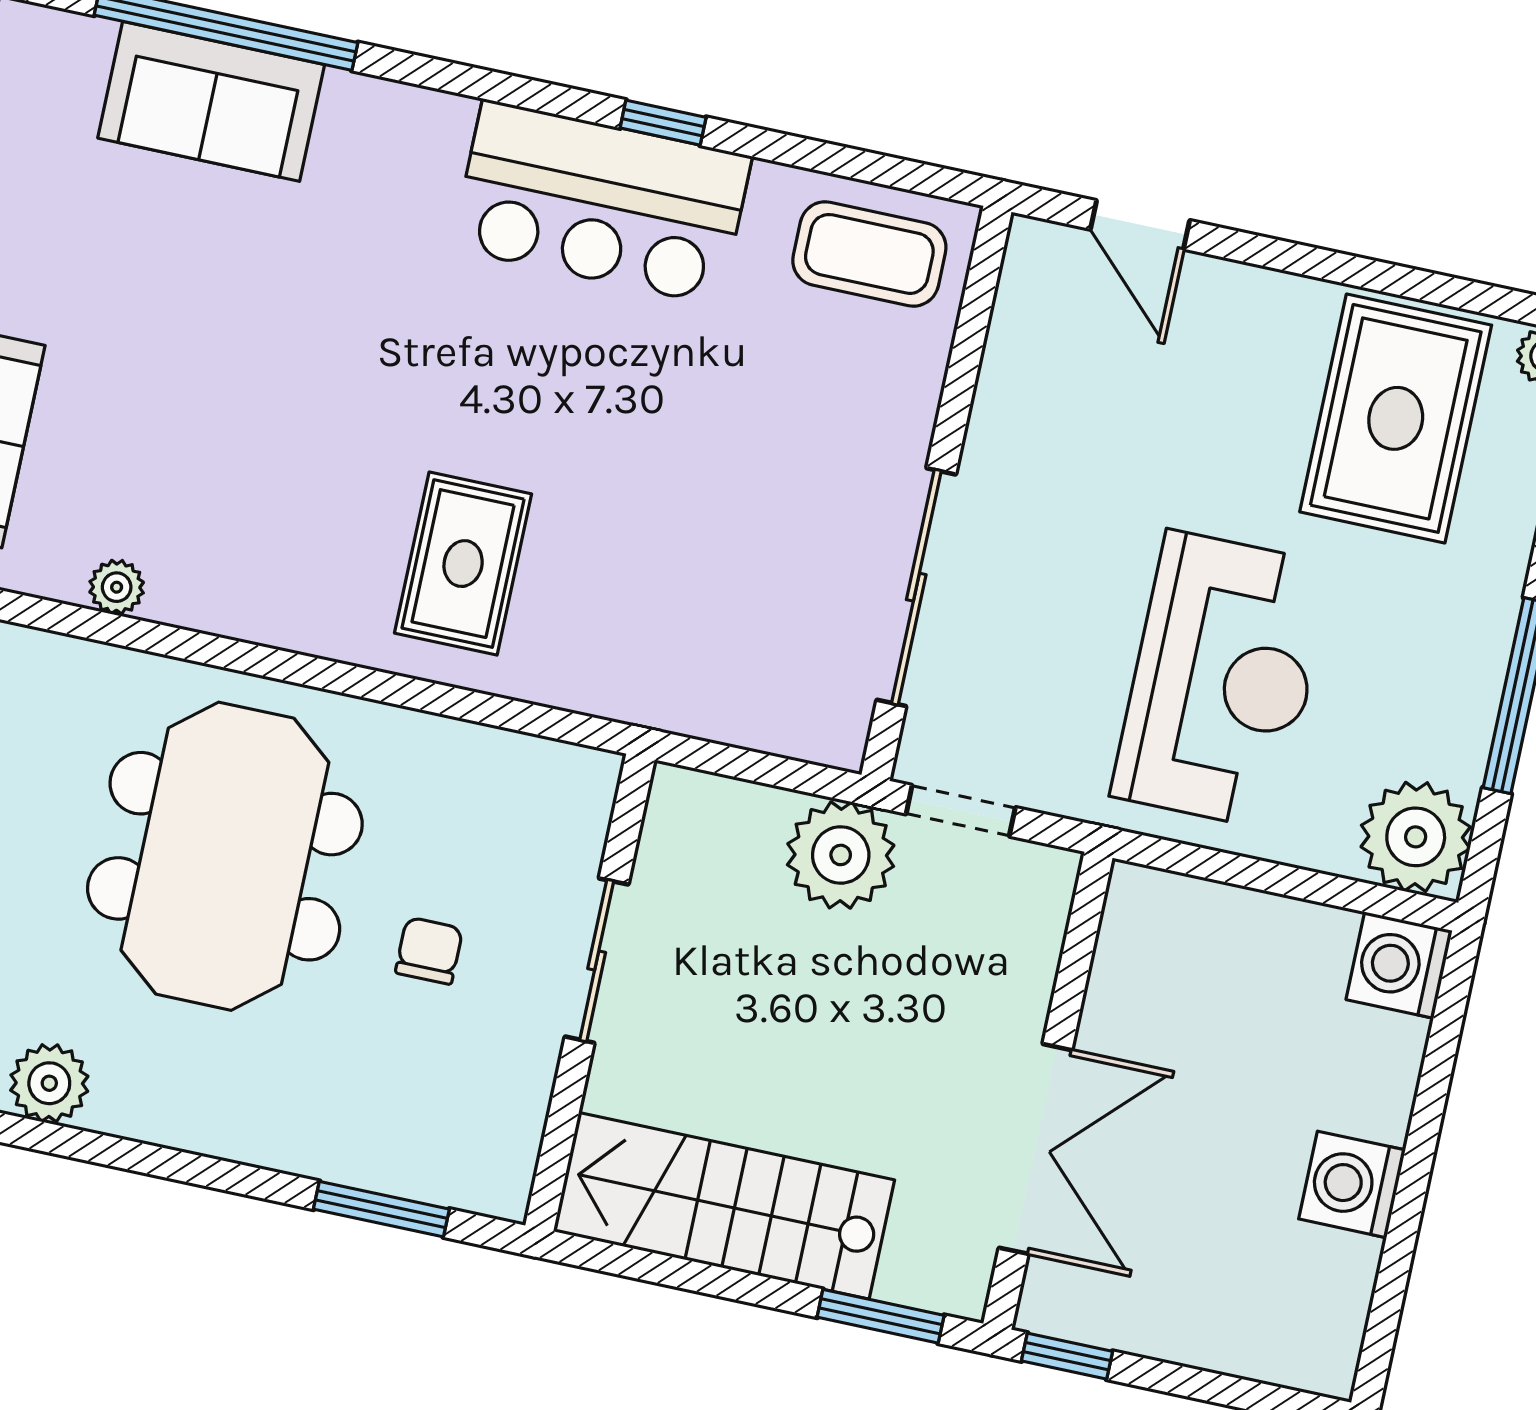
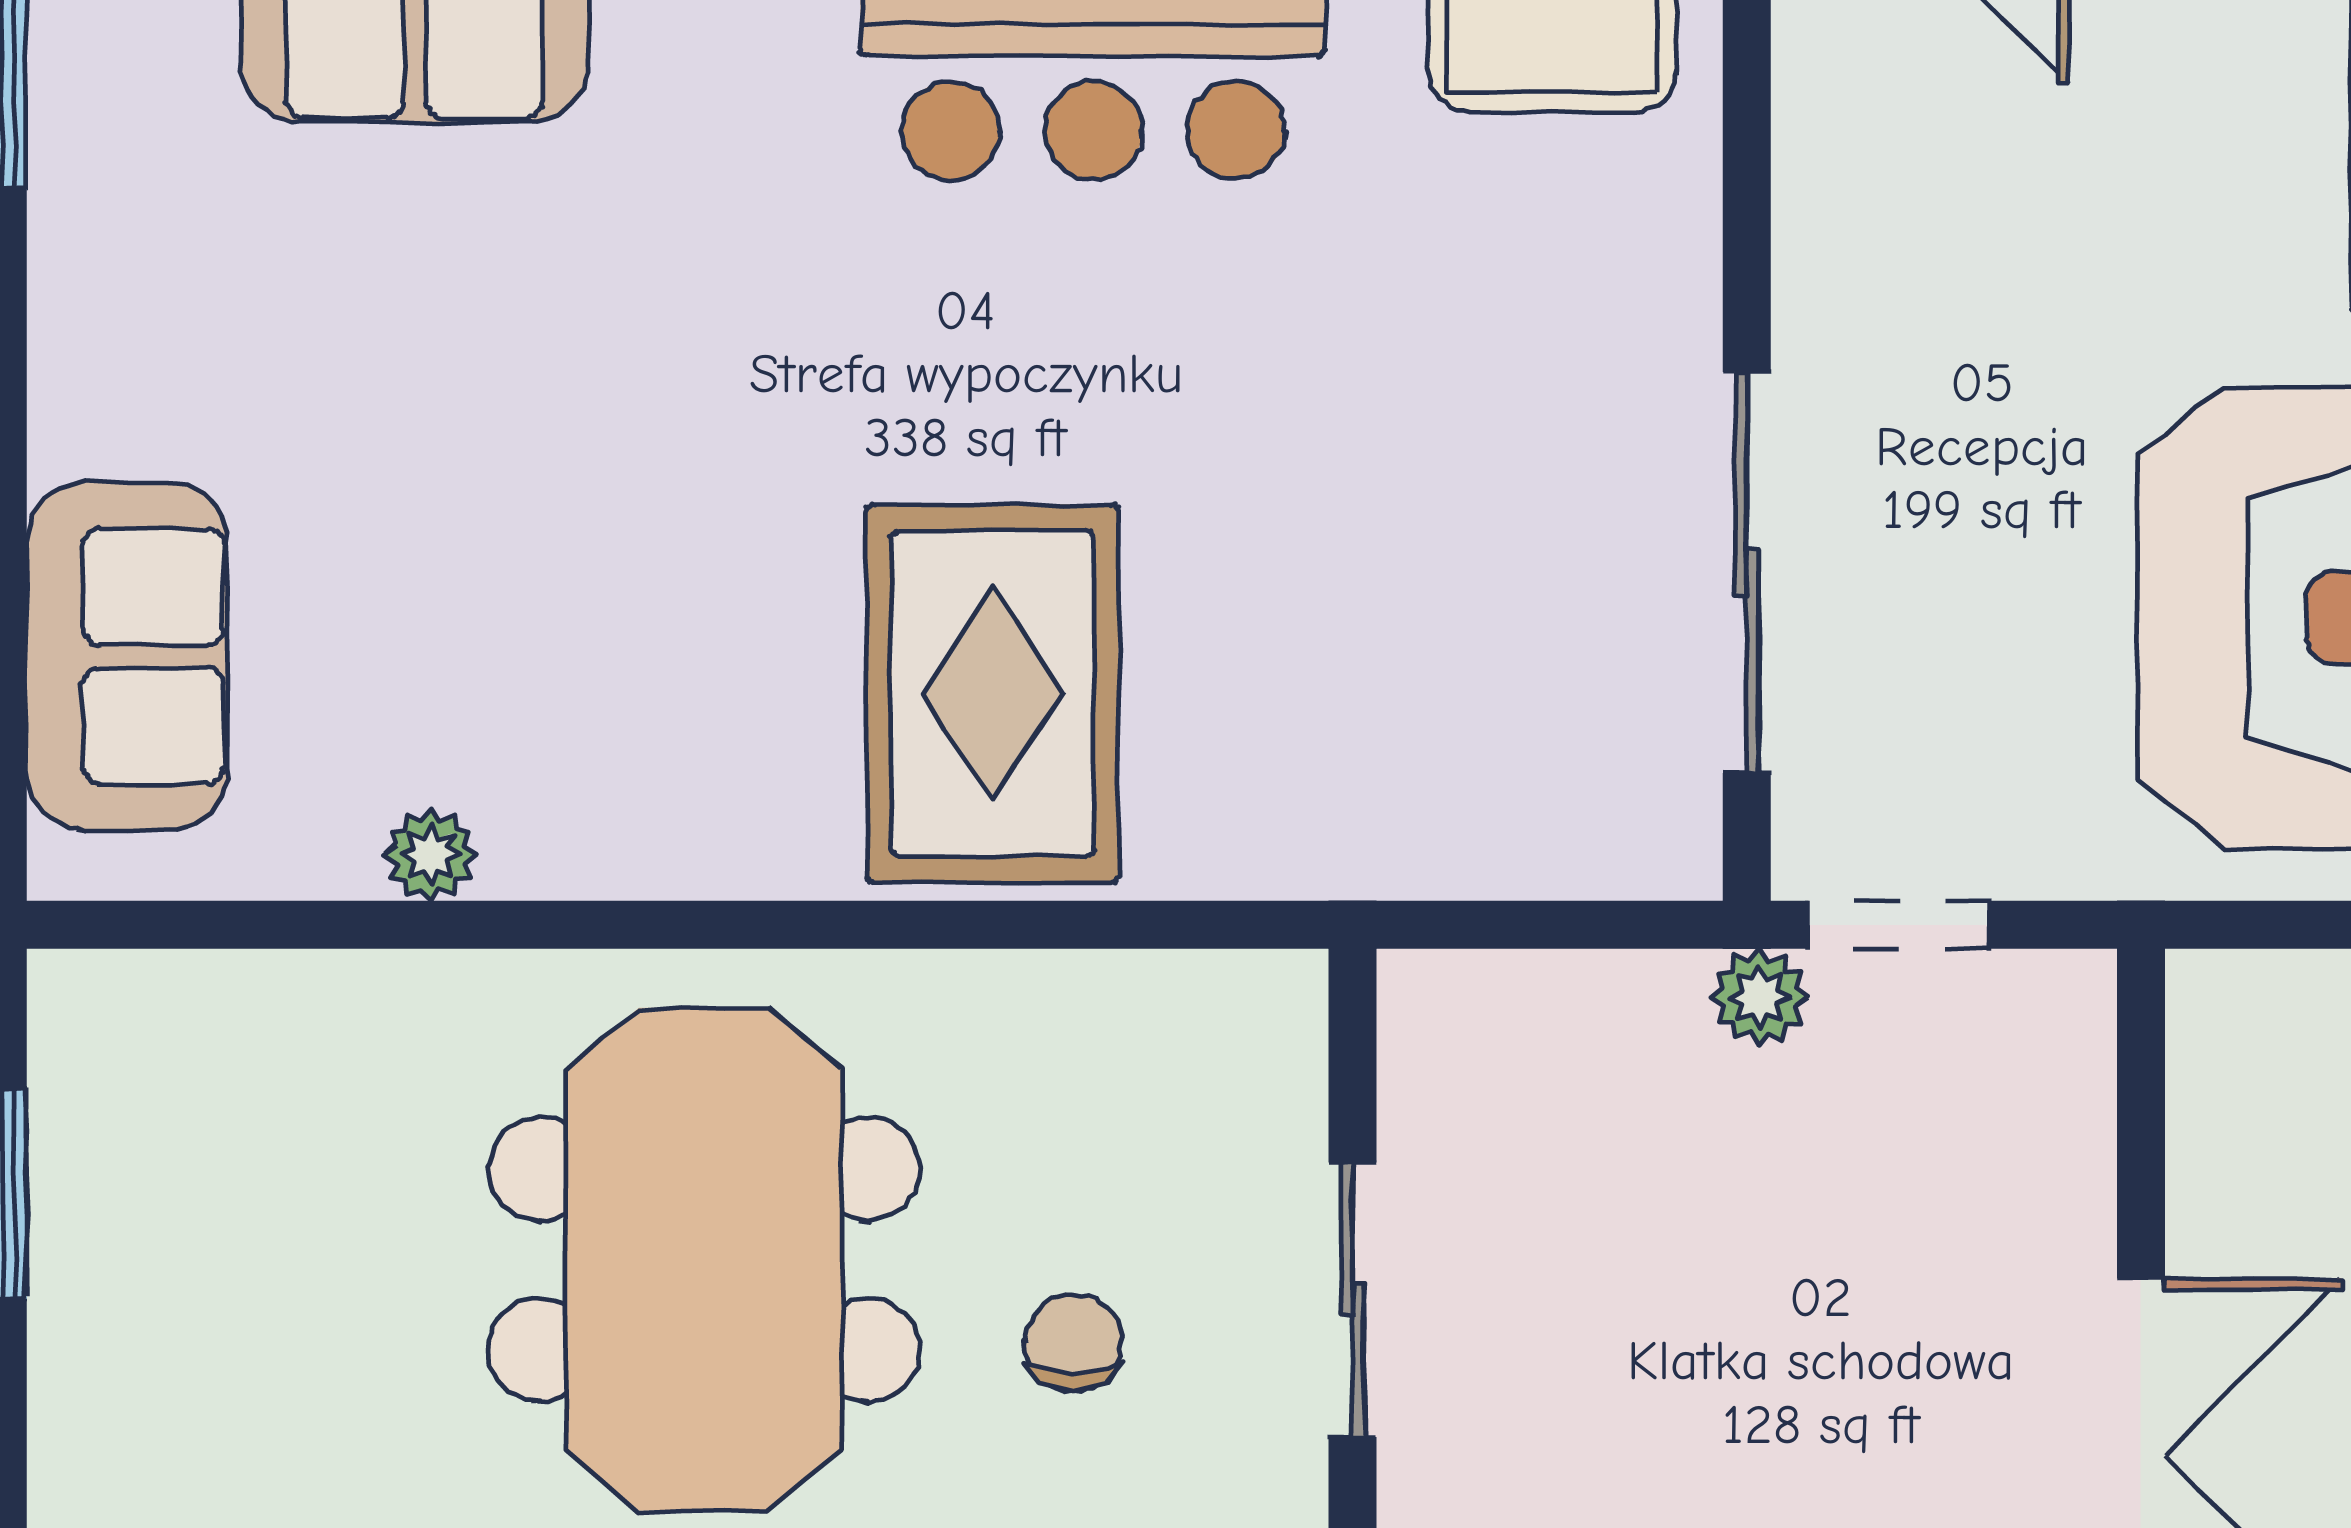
rug: (463, 564) -> (992, 694), width x1.36, depth x1.43
plant: (841, 855) -> (1759, 997), width x0.53, depth x0.53

